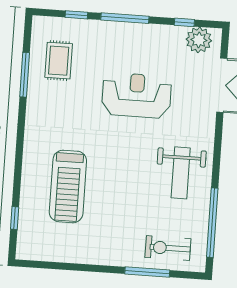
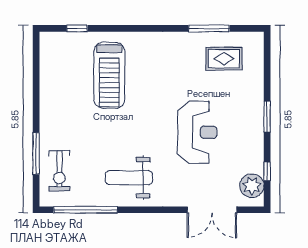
window: (76, 15) -> (267, 72), removed
window: (125, 18) -> (267, 117), width x0.69
treadmill: (68, 186) -> (109, 75), turned -90
exercise bike: (168, 248) -> (59, 171), turned 180

